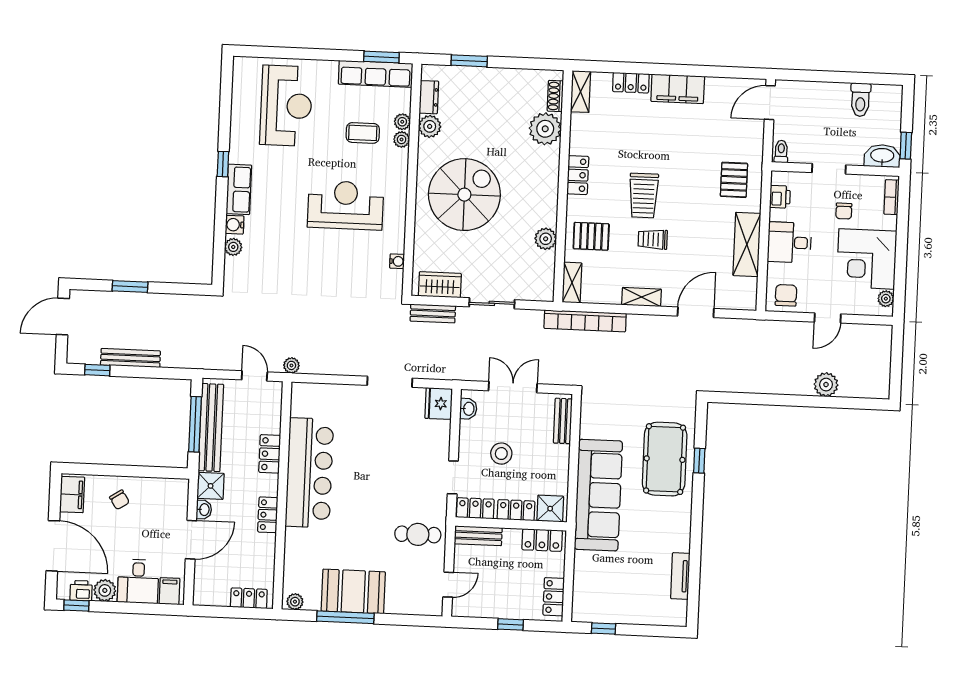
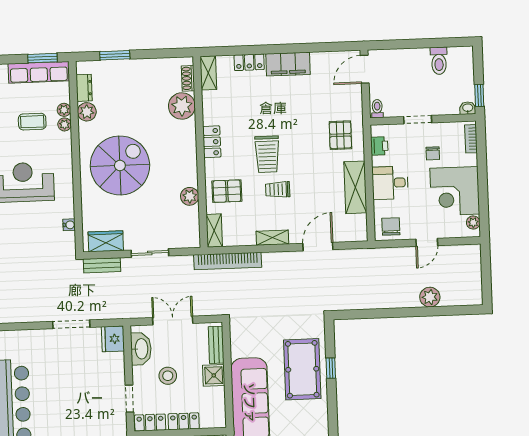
washbasin: (882, 156) -> (468, 108), width x0.52, depth x0.69
washbasin: (468, 409) -> (141, 349), width x1.91, depth x1.45
shower: (550, 509) -> (214, 375), moved

